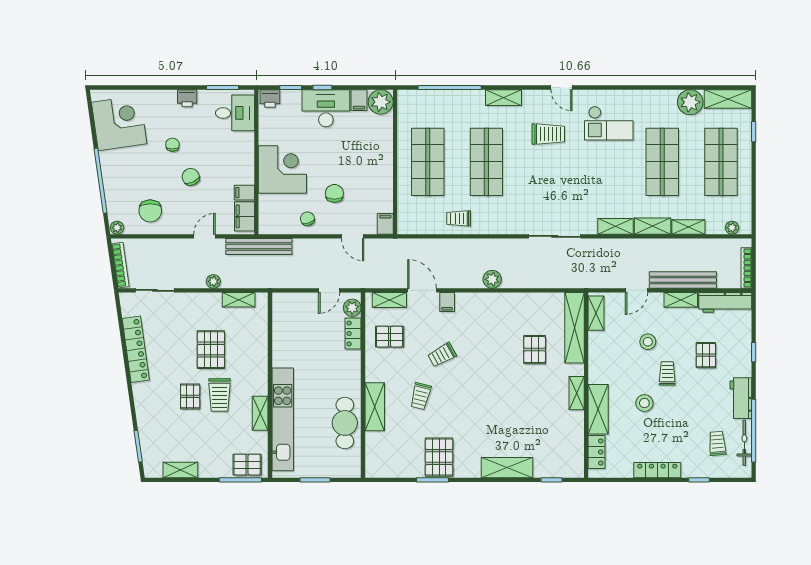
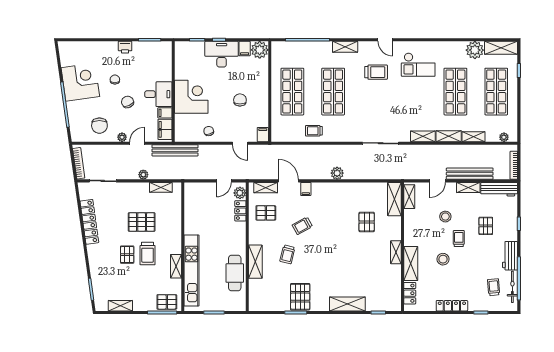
printer: (270, 98) -> (183, 47), removed
desk: (235, 113) -> (158, 94), moved
corner desk: (119, 123) -> (80, 82), moved
chair: (334, 193) -> (240, 100), moved
plant: (117, 228) -> (122, 137), moved
shelving: (574, 328) -> (394, 199), width x0.68
pallet: (211, 350) -> (142, 222), turned 90

